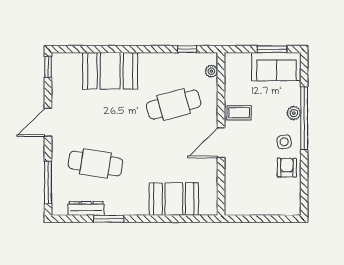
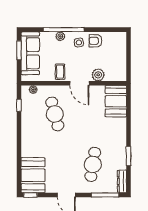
sofa: (276, 67) -> (30, 53), width x1.36
booth: (110, 71) -> (33, 175), moved
plant: (234, 172) -> (98, 75), added
booth: (174, 199) -> (116, 101), moved
dresser: (86, 208) -> (122, 181), moved

